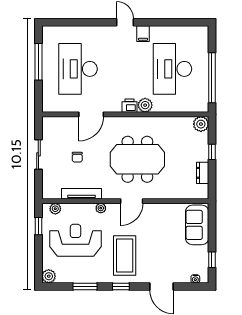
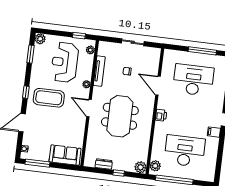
plant: (145, 105) -> (155, 166), moved
reception desk: (75, 240) -> (65, 62), turned 180
window: (212, 260) -> (37, 163), width x2.17
window: (85, 287) -> (30, 54), moved

